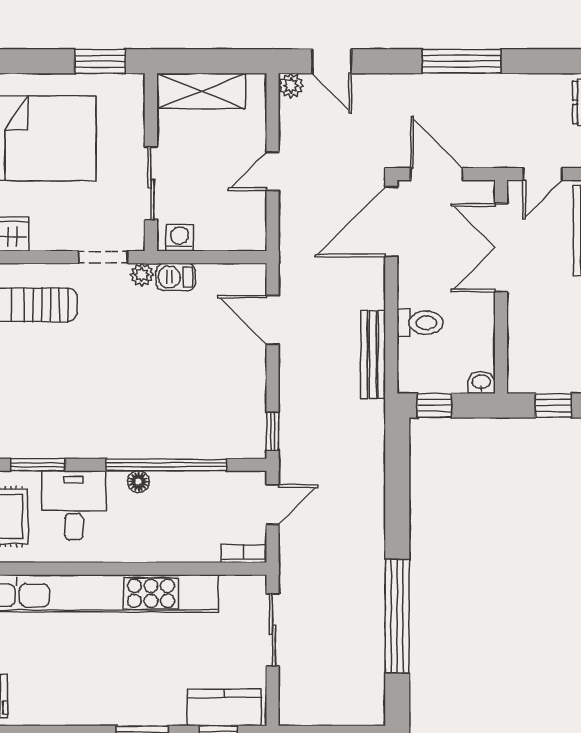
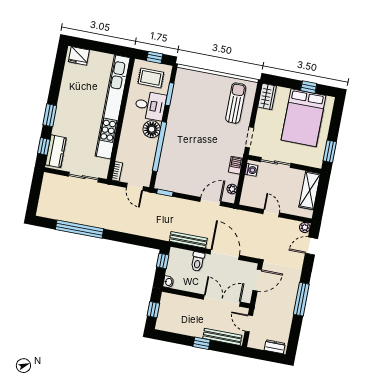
door: (391, 222) -> (225, 255), moved
plant: (142, 275) -> (232, 189), moved
floor lamp: (138, 482) -> (152, 129), width x1.89, depth x1.89

